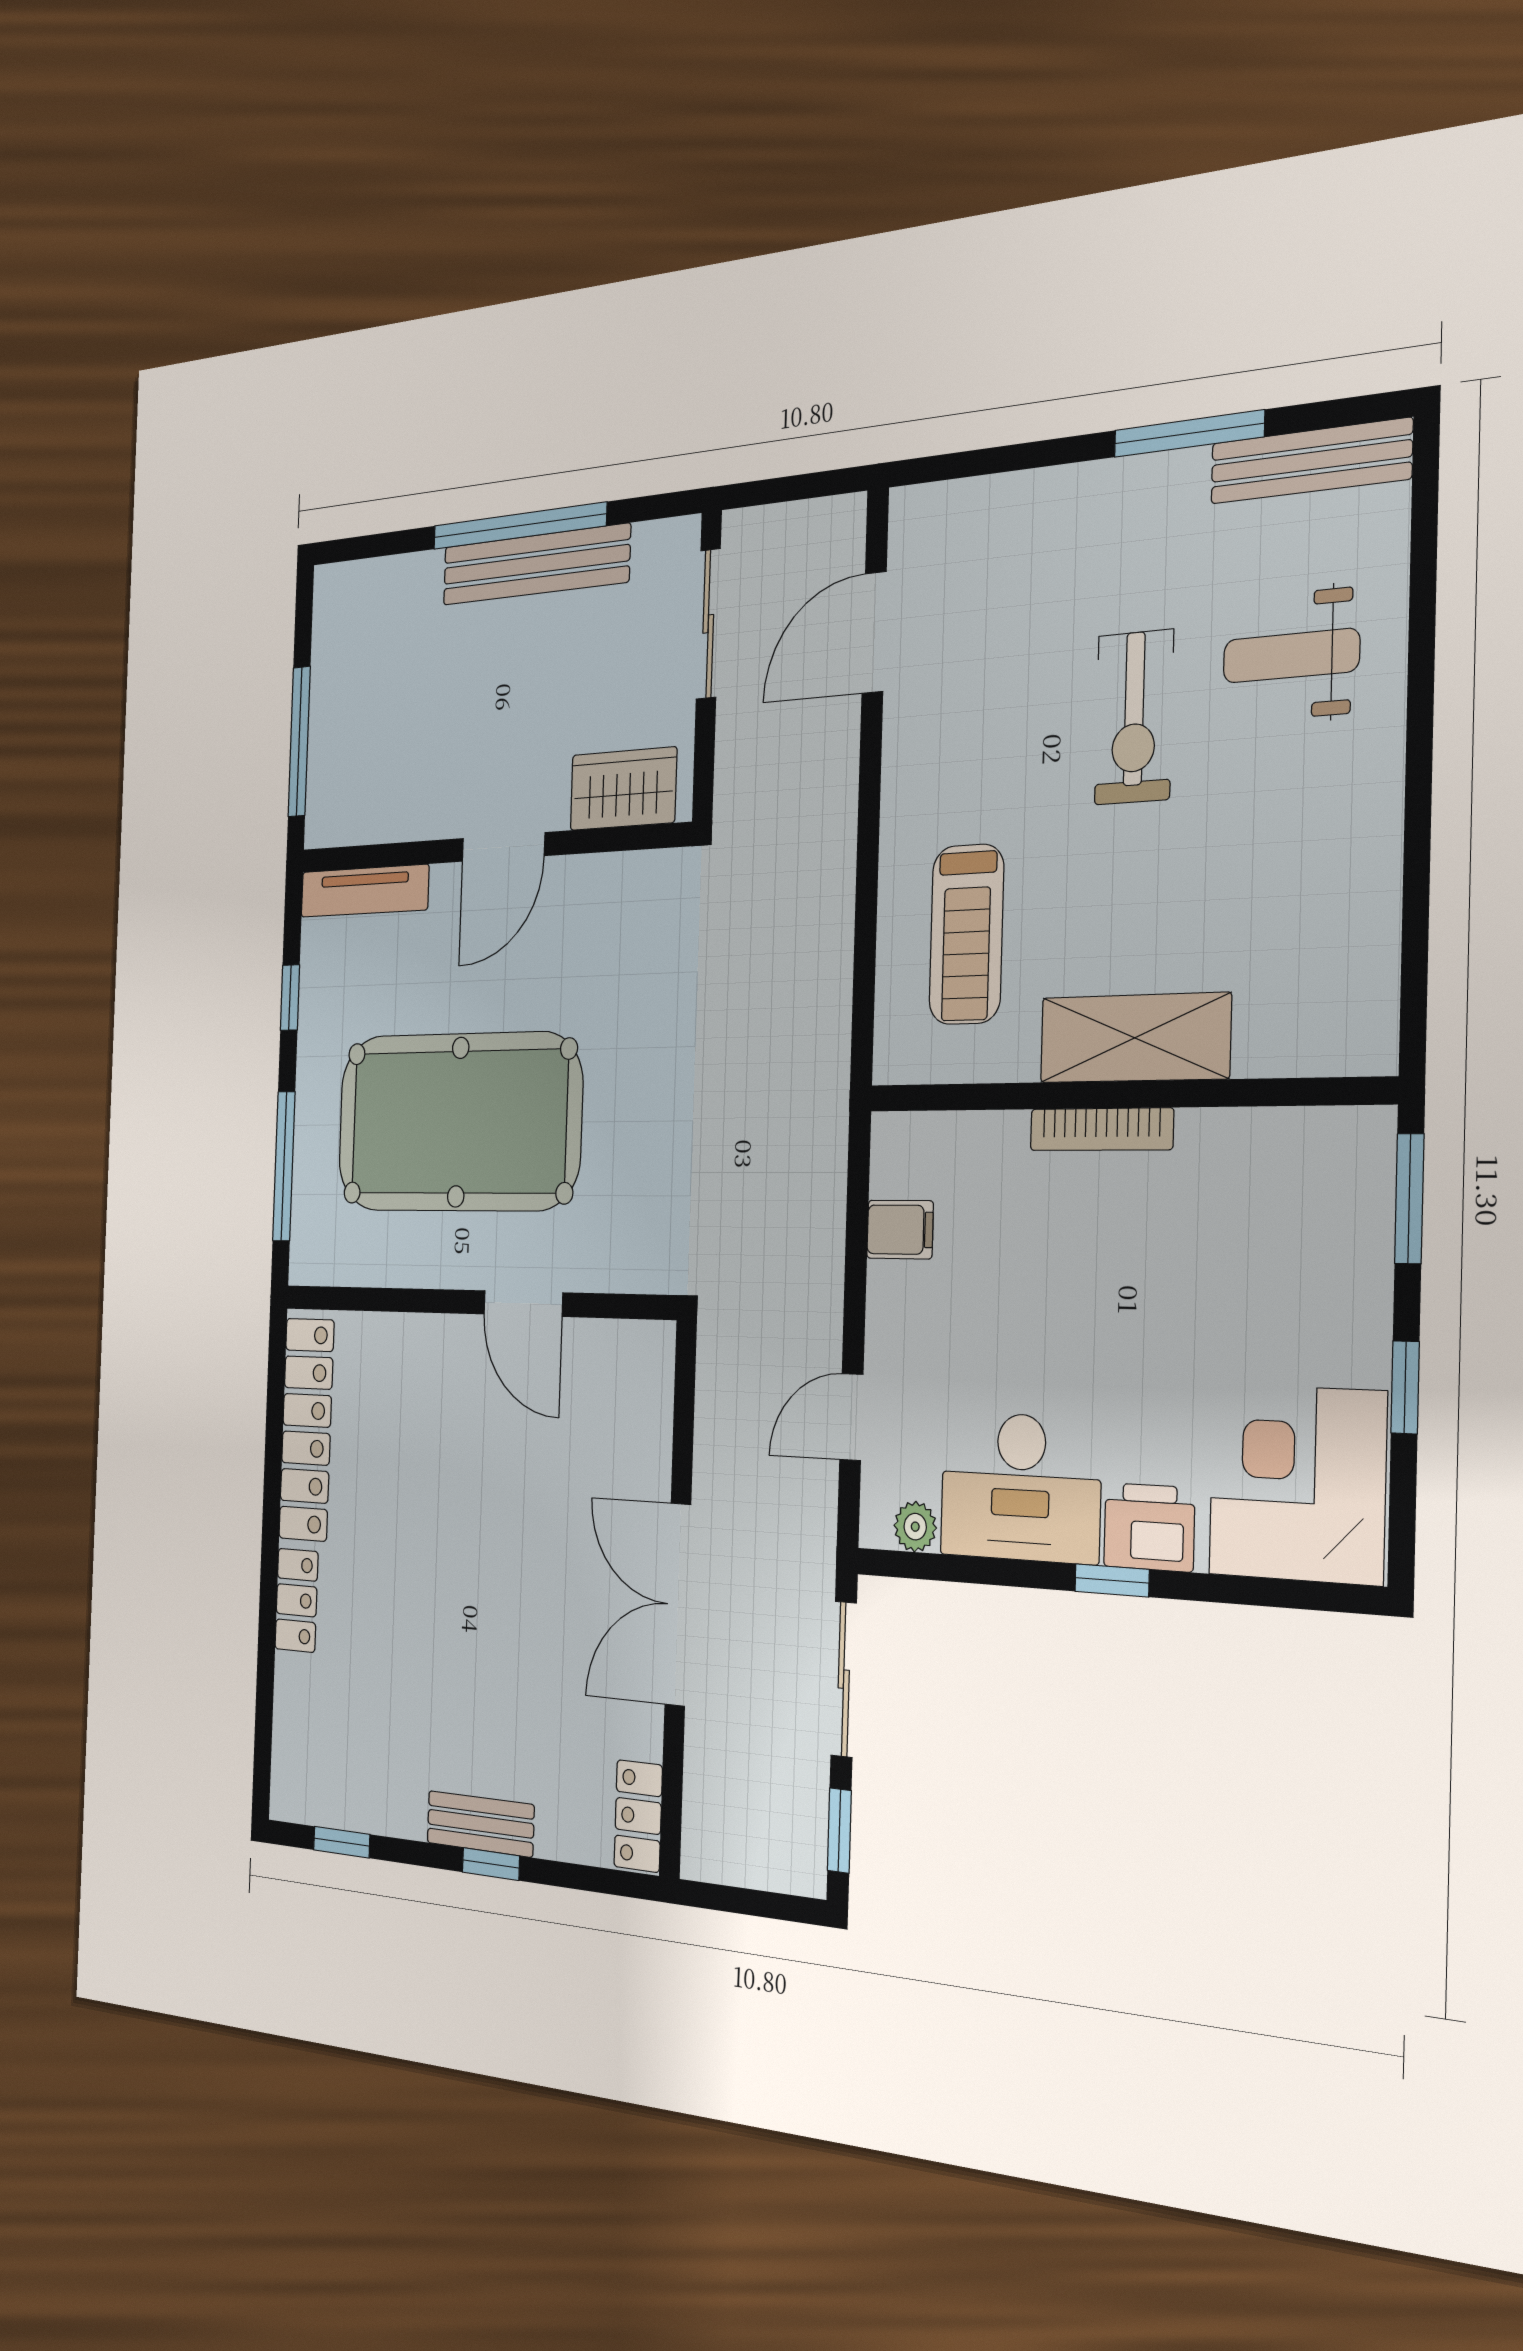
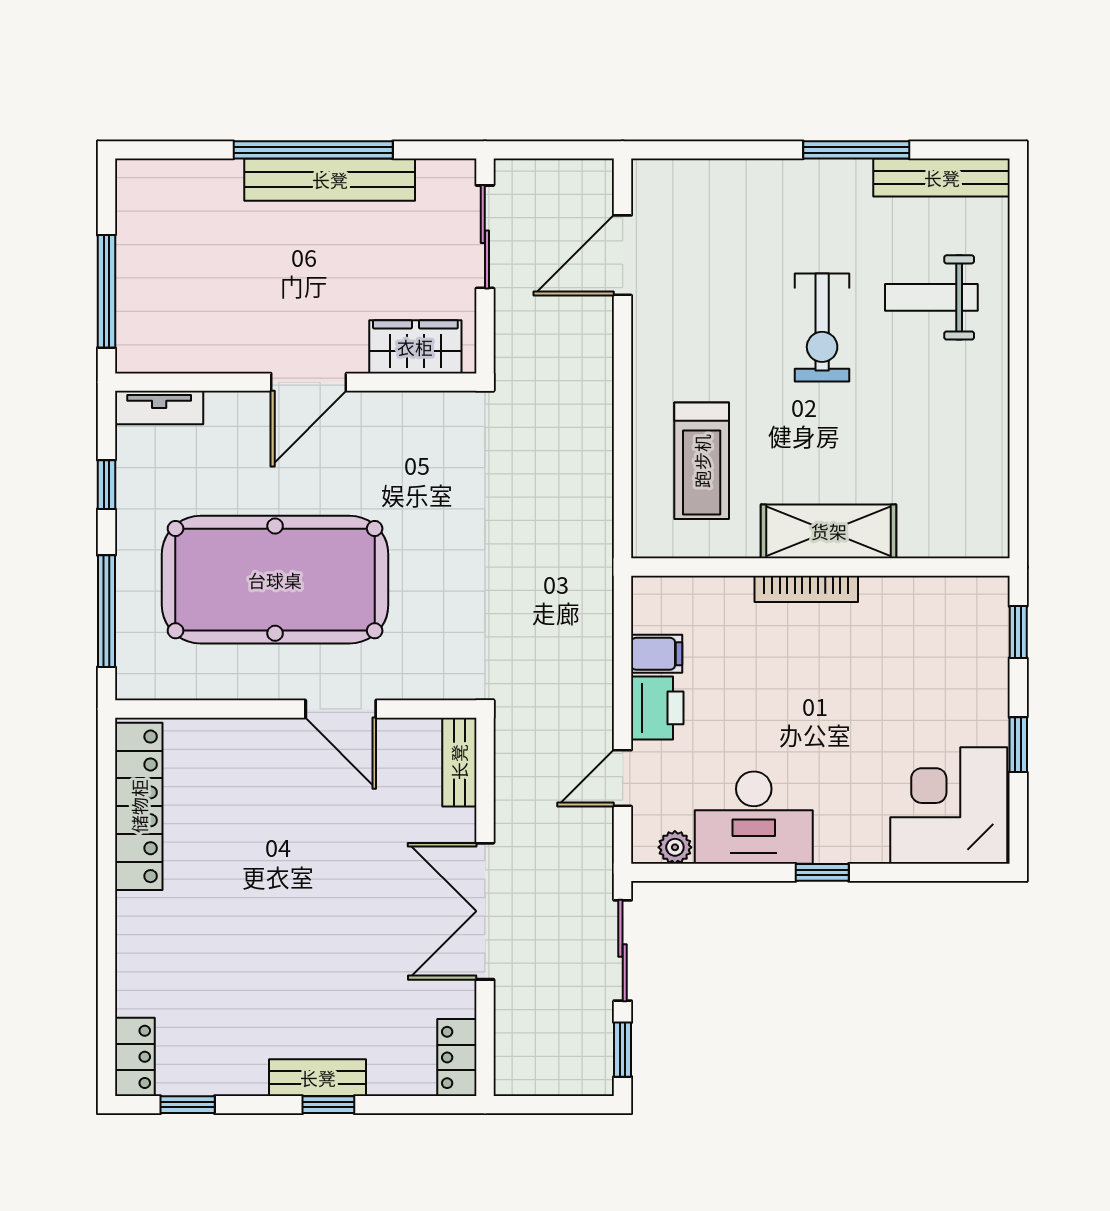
tv unit: (364, 891) -> (159, 408), width x0.71
window: (1409, 1199) -> (1018, 632), width x0.67
bench: (655, 1384) -> (459, 762), added
printer: (1149, 1527) -> (657, 708), moved, turned 90
locker: (297, 1600) -> (135, 1057), moved

